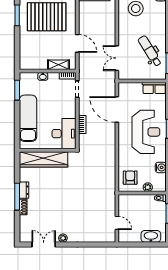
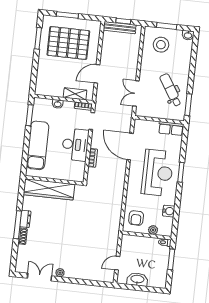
door: (77, 43) -> (97, 74), swing flipped
desk: (64, 134) -> (75, 145), moved
armchair: (130, 178) -> (136, 218), turned 180
door: (117, 223) -> (117, 263), swing flipped
washbasin: (151, 236) -> (137, 279), moved

